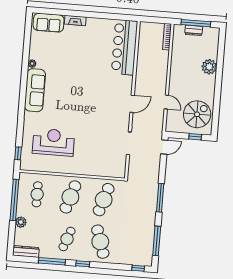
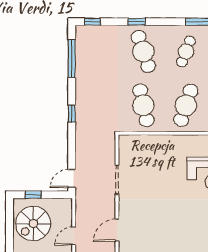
door: (166, 102) -> (74, 236), hinge flipped
window: (160, 198) -> (72, 113), width x0.46
cafe table: (104, 200) -> (143, 105), turned -30
window: (83, 264) -> (137, 22), moved

